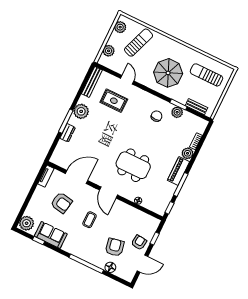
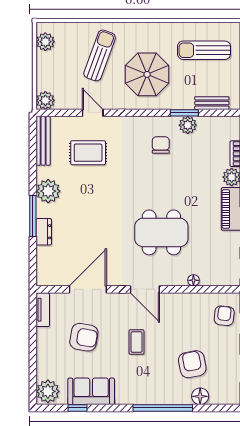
sun lounger: (139, 43) -> (100, 55), moved
plant: (109, 51) -> (45, 100), moved
armchair: (139, 242) -> (224, 316), moved

